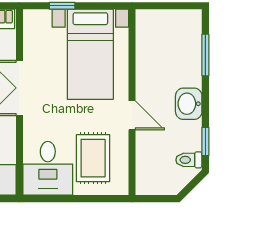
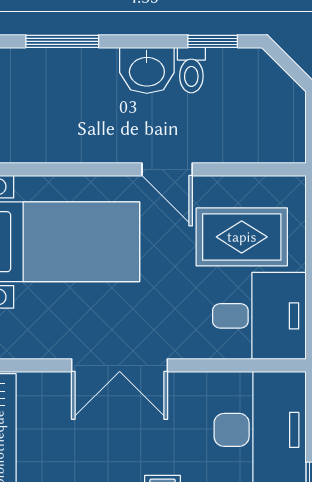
door: (132, 115) -> (167, 169), swing flipped
toilet: (189, 160) -> (191, 70), moved

